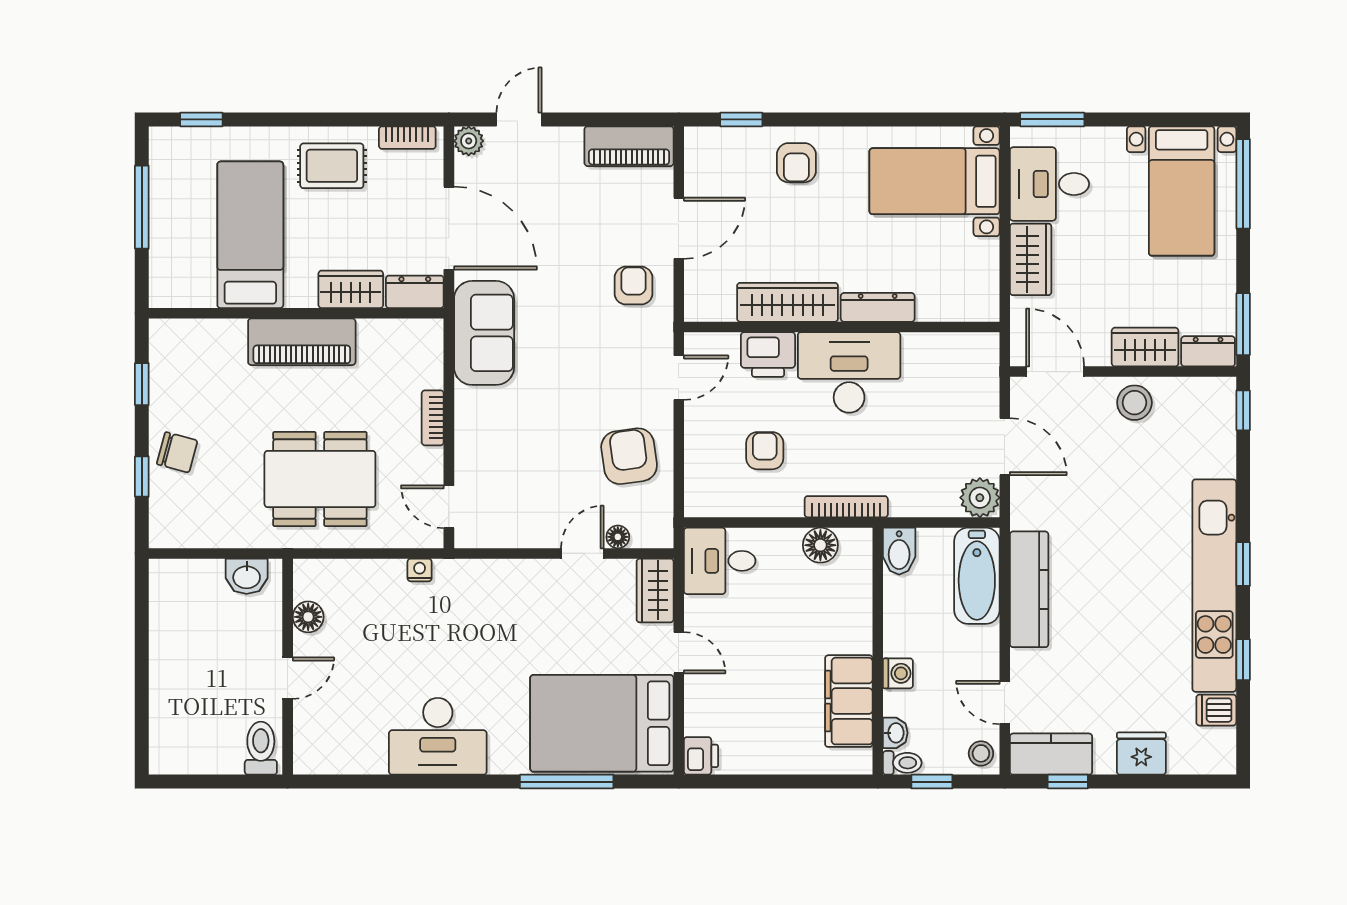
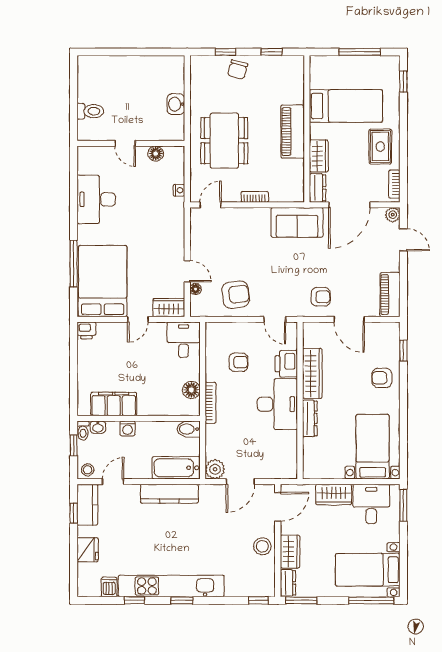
floor lamp: (308, 617) -> (156, 154), moved
wall: (288, 667) -> (131, 143), moved
door: (288, 678) -> (125, 143), moved

